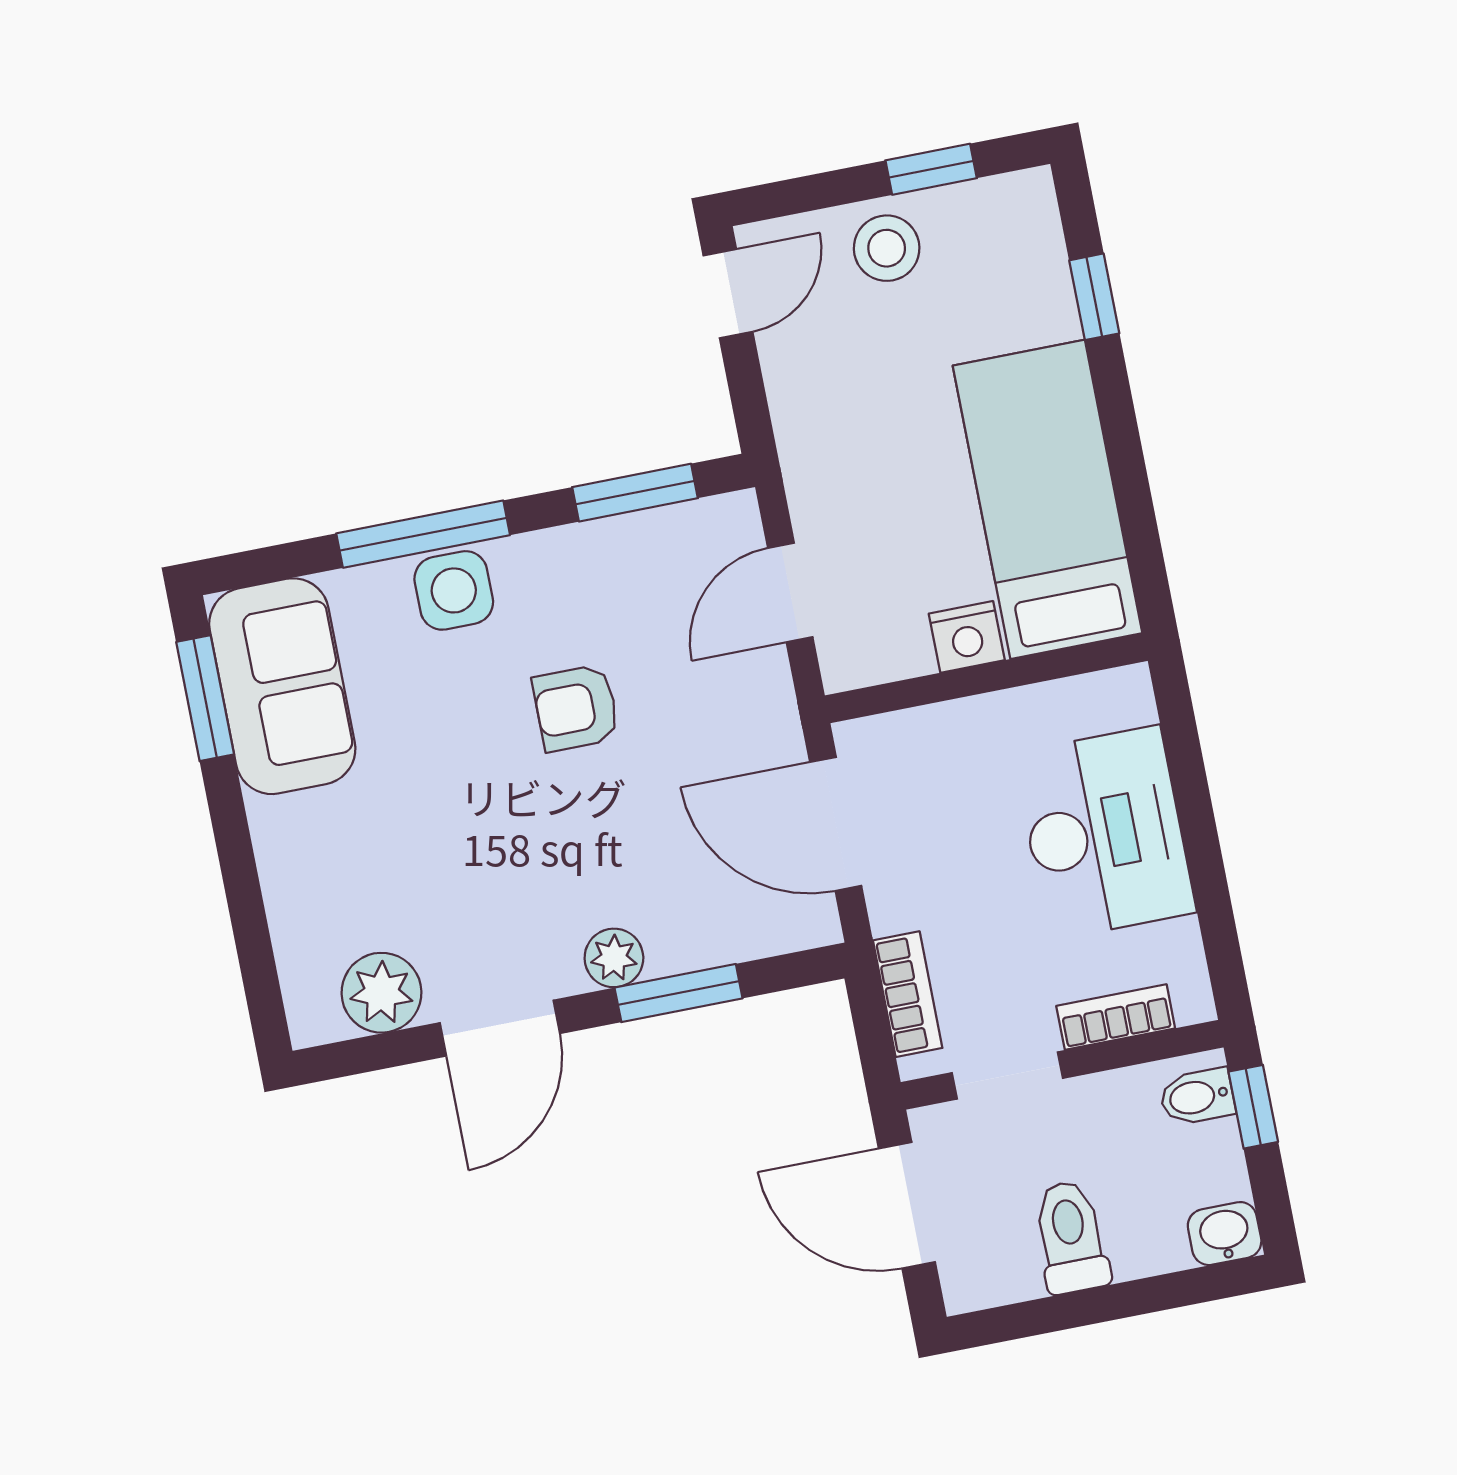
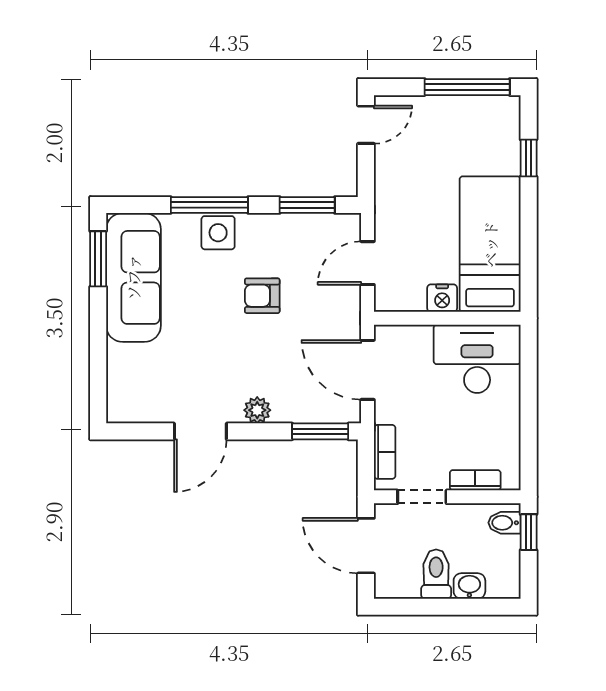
window: (931, 169) -> (467, 87), width x2.17
stool: (887, 248) -> (440, 118), removed
sofa: (282, 686) -> (133, 277), width x1.36
desk: (1105, 833) -> (477, 359), moved, turned -90
plant: (382, 993) -> (151, 405), removed
window: (679, 993) -> (320, 431), moved
washbasin: (1225, 1234) -> (469, 586), moved

